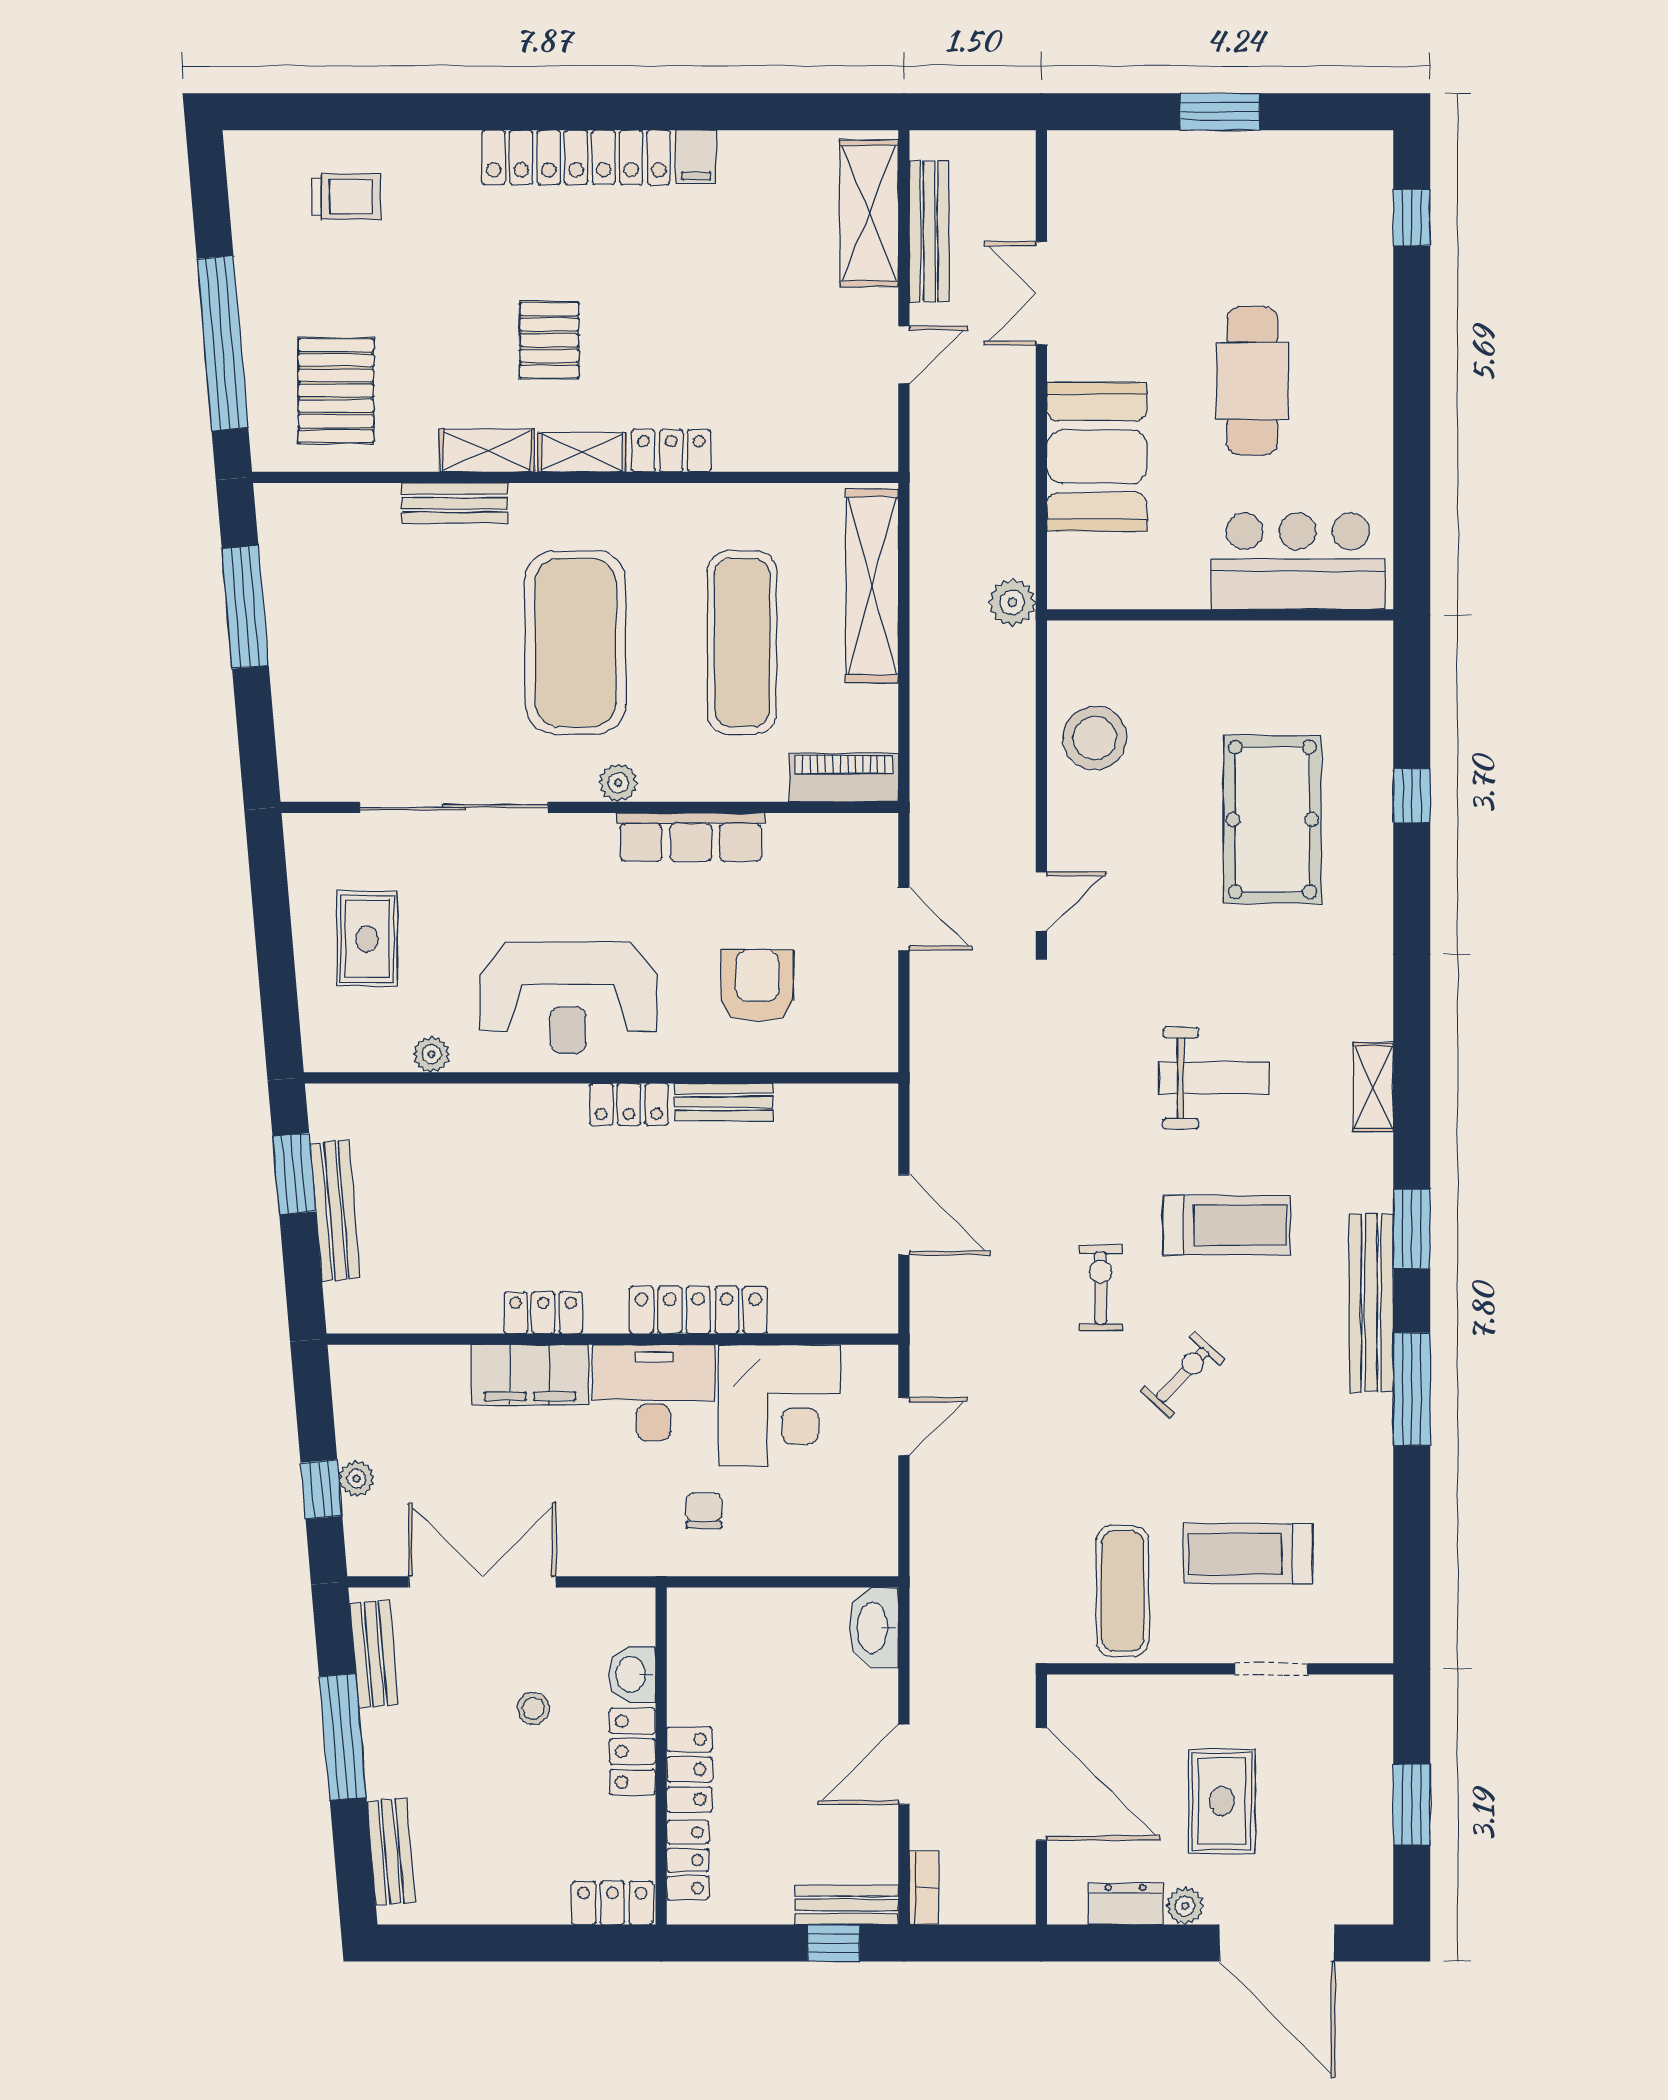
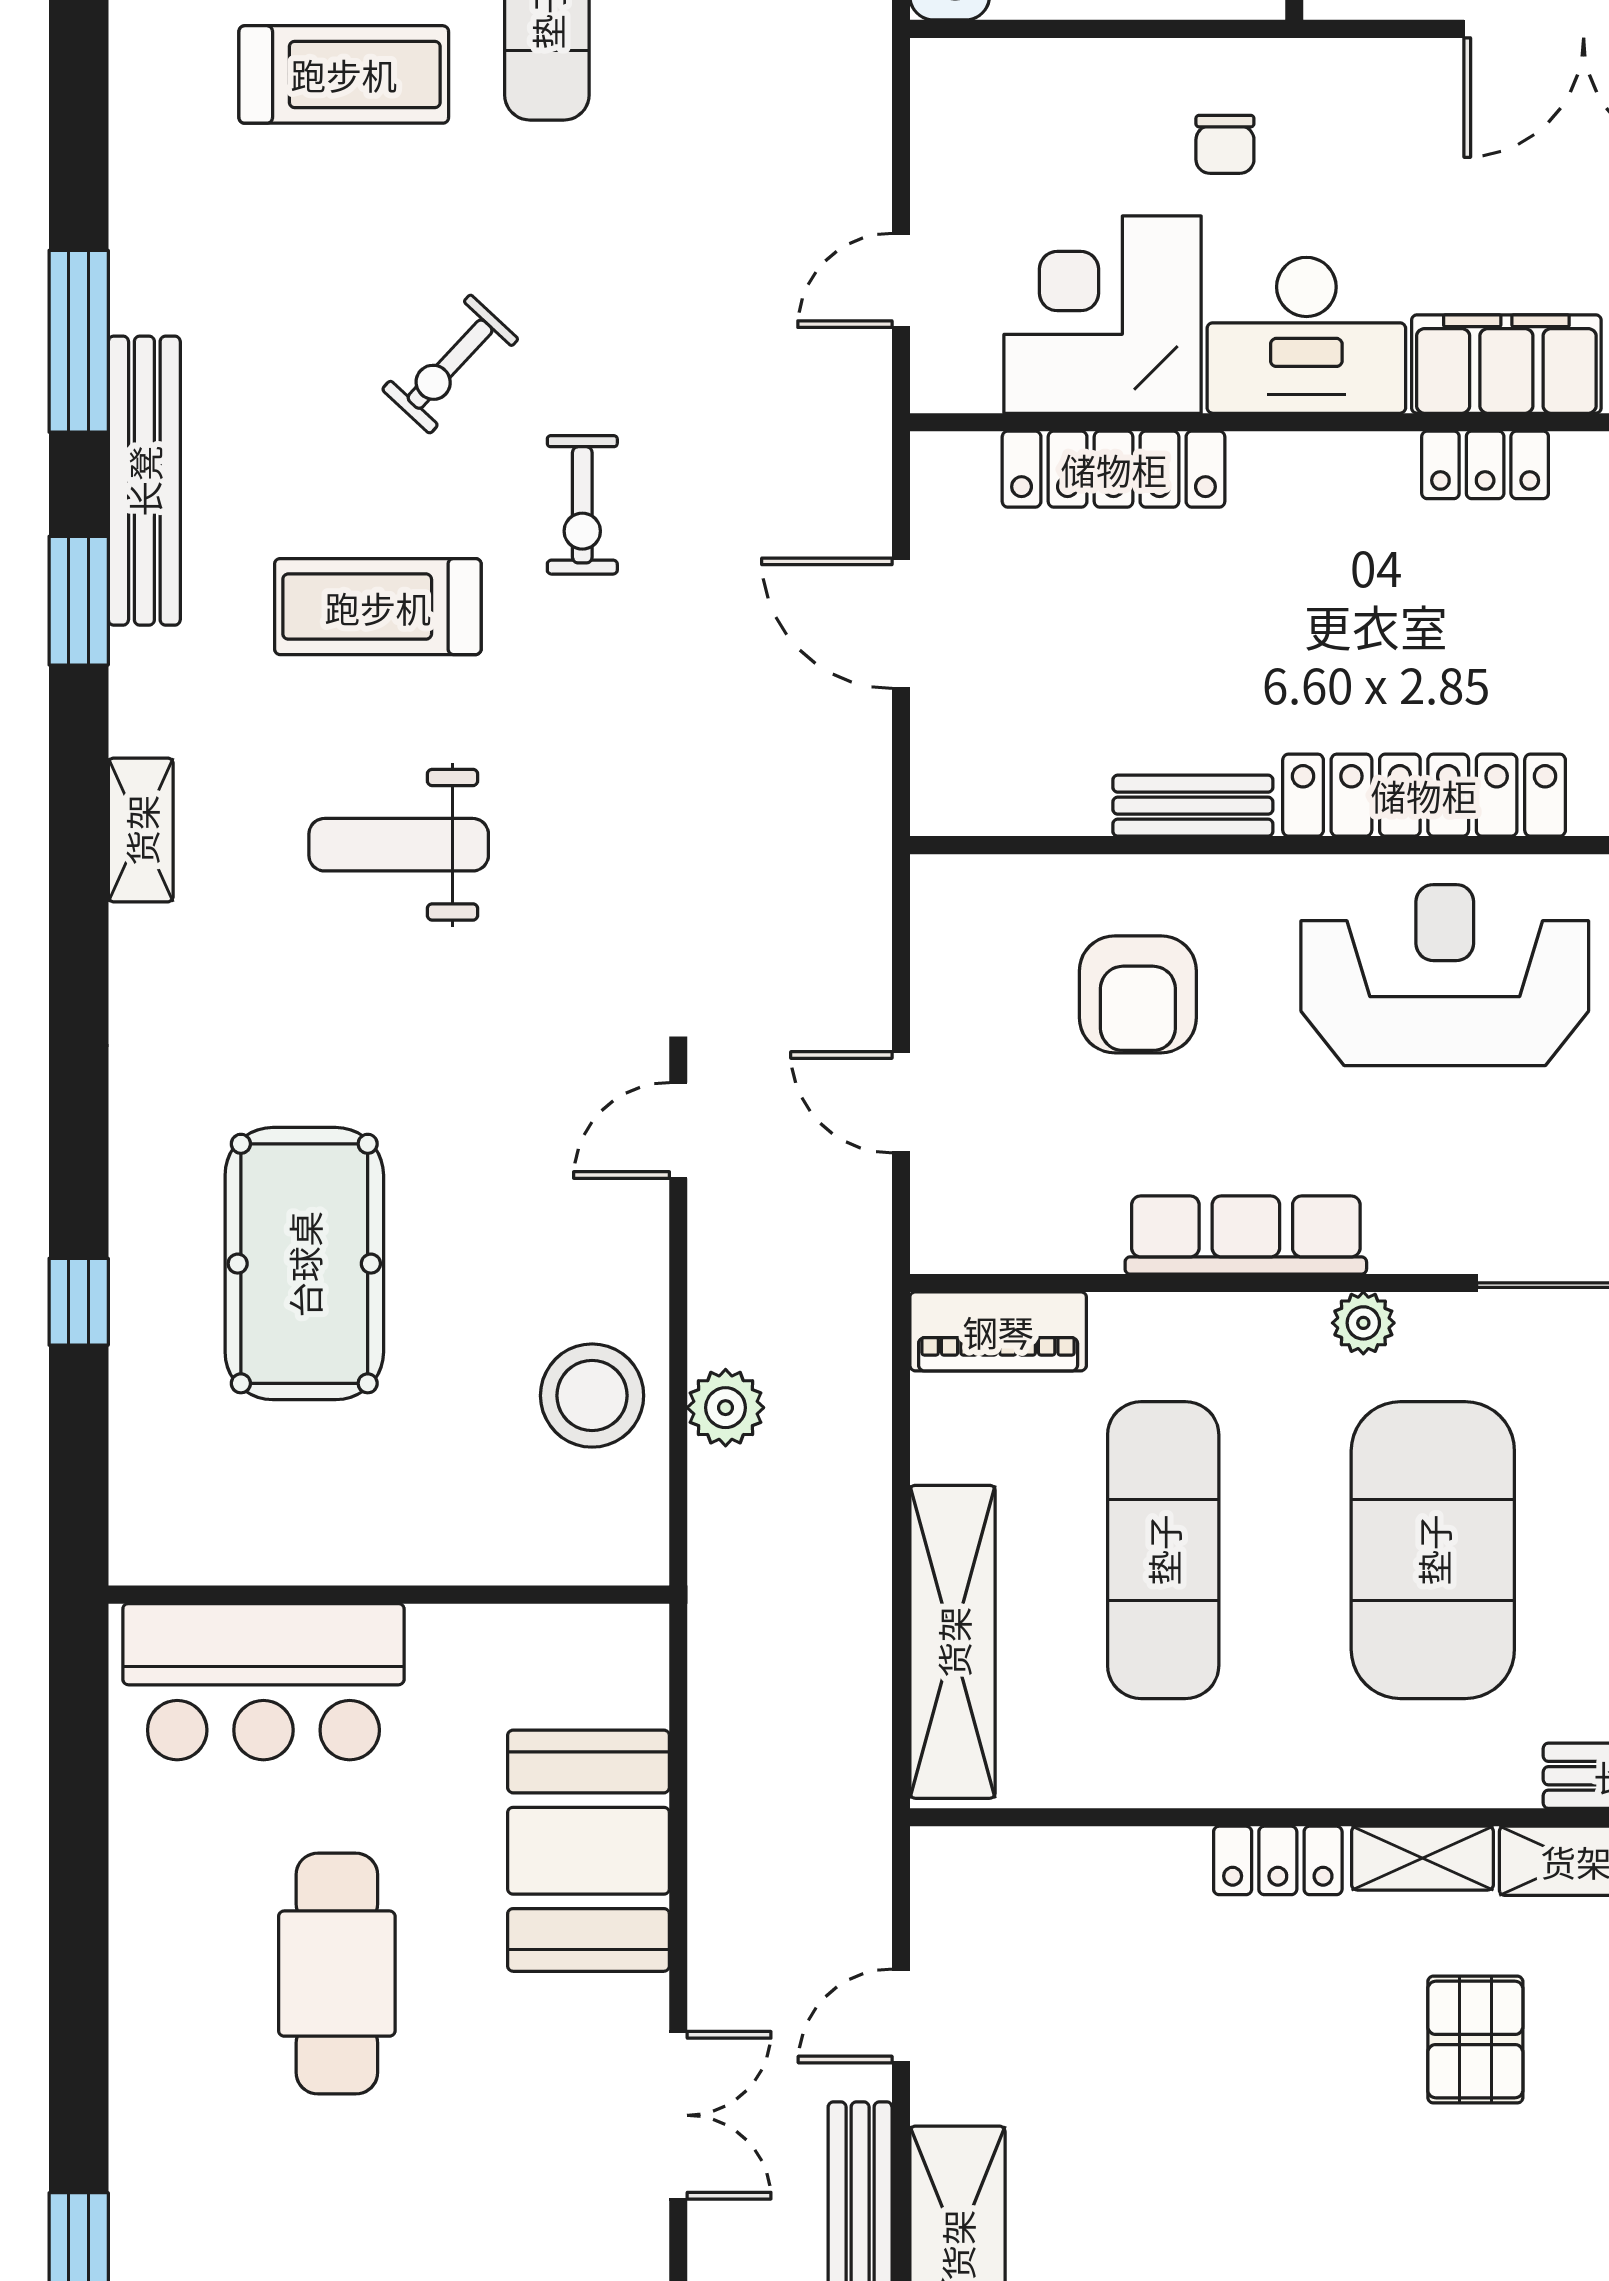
plant: (1012, 602) -> (726, 1408), moved
locker: (629, 1104) -> (1424, 795), width x2.16, depth x1.21
locker: (698, 1310) -> (1114, 469), moved

